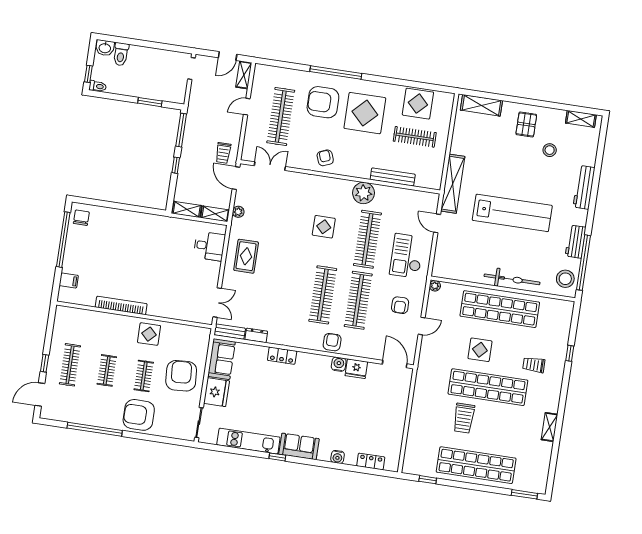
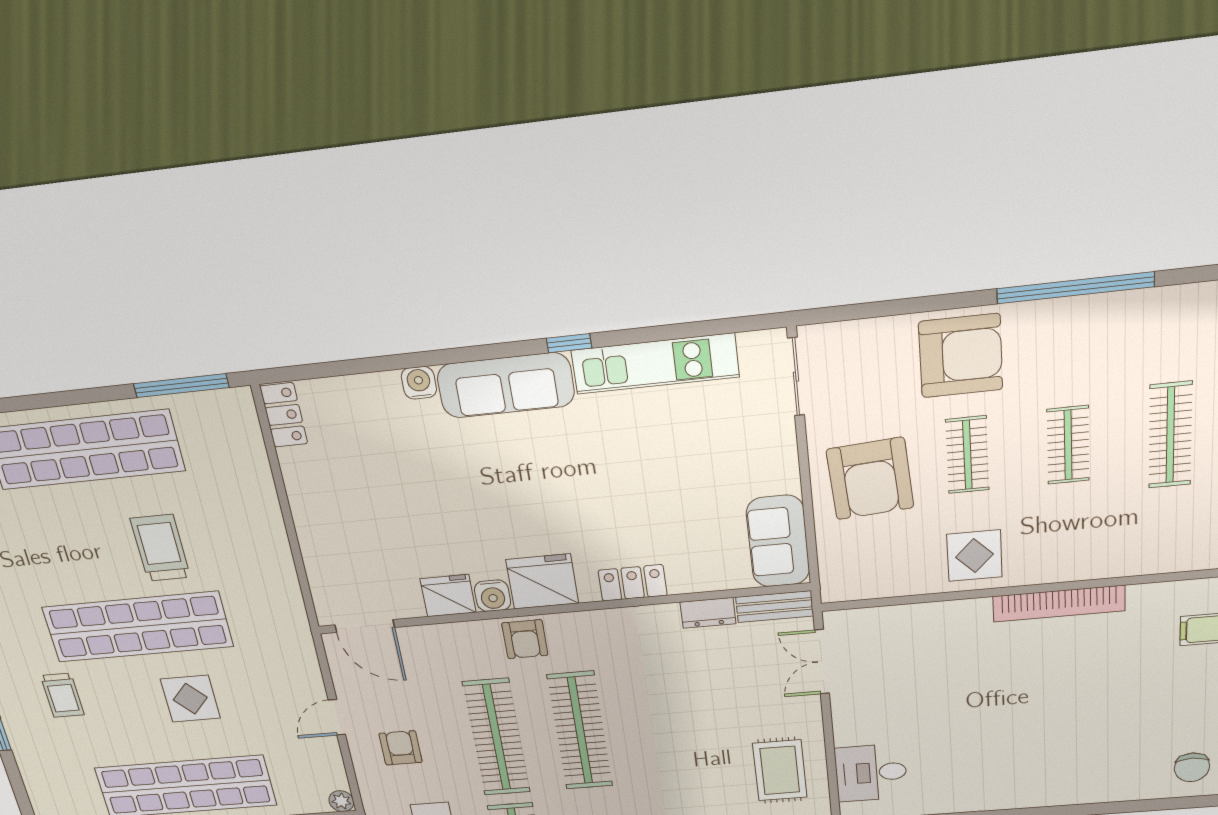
trolley: (534, 365) -> (62, 695), turned 90
fridge: (217, 392) -> (542, 582), moved, turned 90
sofa: (299, 446) -> (506, 385), width x1.36
locker: (371, 462) -> (284, 415), moved, turned -90
window: (428, 480) -> (181, 386), width x2.17

